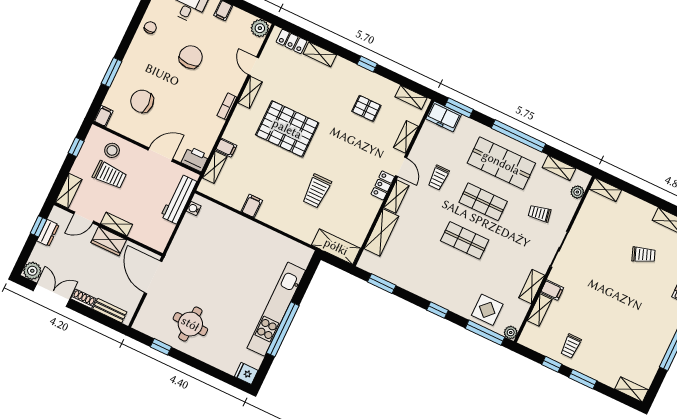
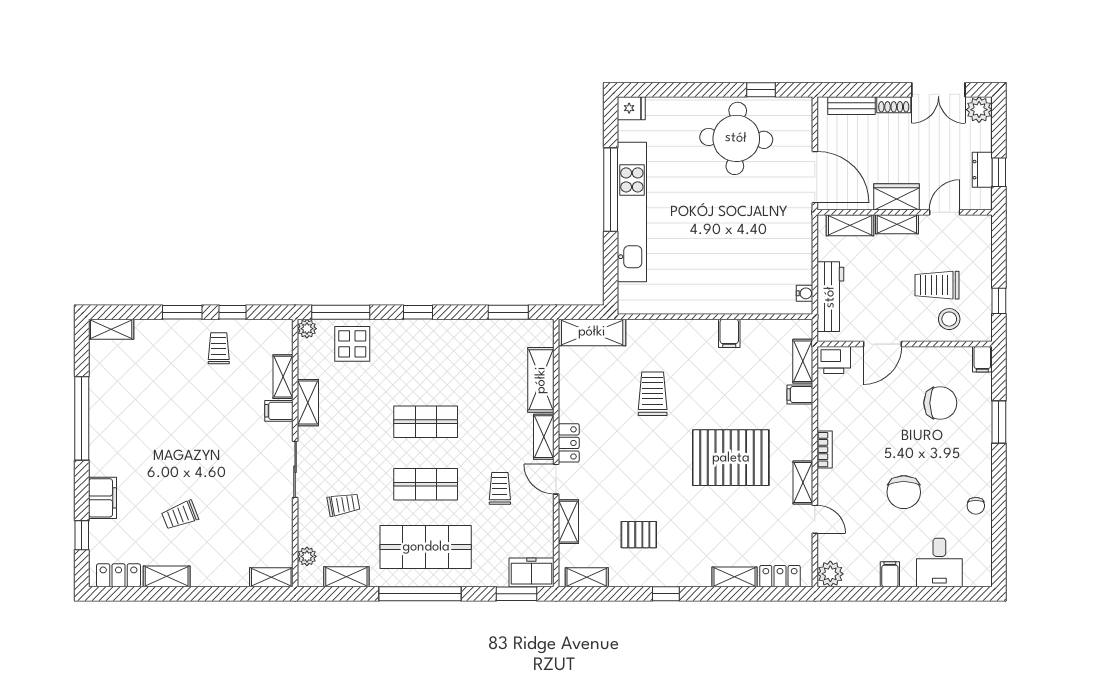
shelving: (69, 191) -> (850, 225), moved, turned 90
round table: (190, 324) -> (736, 138), width x1.36, depth x1.36

